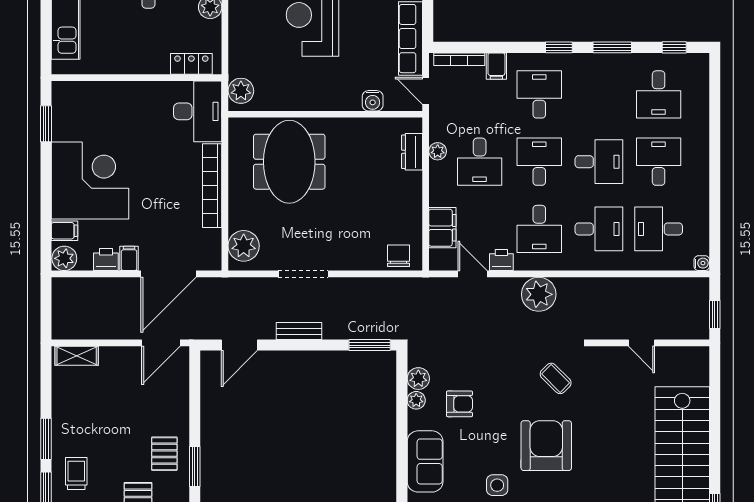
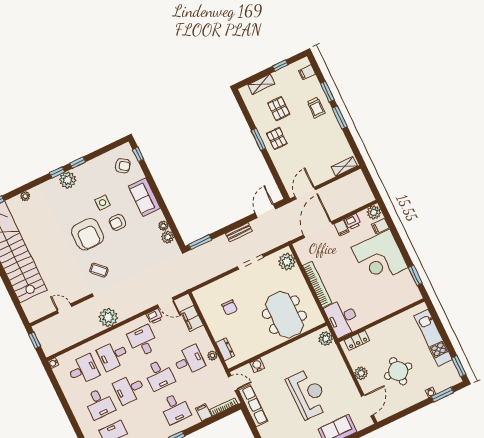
desk: (480, 162) -> (189, 360), turned 90
chair: (398, 256) -> (230, 307), moved
plant: (539, 294) -> (108, 317), moved
armchair: (460, 404) -> (117, 222), moved

